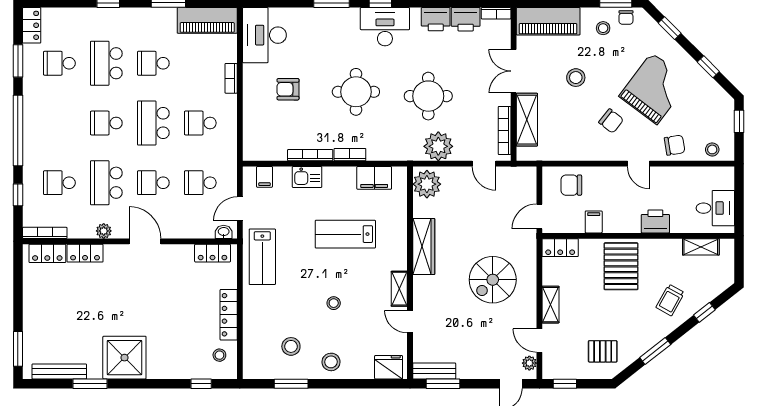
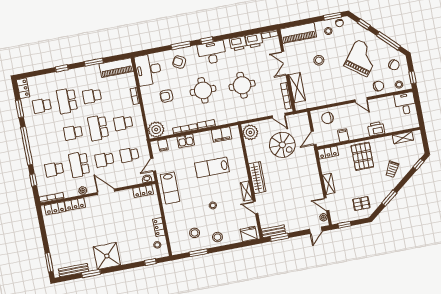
armchair: (323, 32) -> (179, 62), added
window: (708, 67) -> (388, 41), width x2.17
chair: (611, 121) -> (394, 65), moved
window: (739, 121) -> (413, 77), moved
plant: (438, 146) -> (156, 130), moved
desk: (715, 208) -> (405, 103), moved, turned -90
wardrobe: (424, 247) -> (257, 178), moved
spiral stairs: (493, 280) -> (282, 145), moved, turned -90
window: (704, 312) -> (419, 164), moved
locker: (229, 315) -> (159, 227), width x0.66

